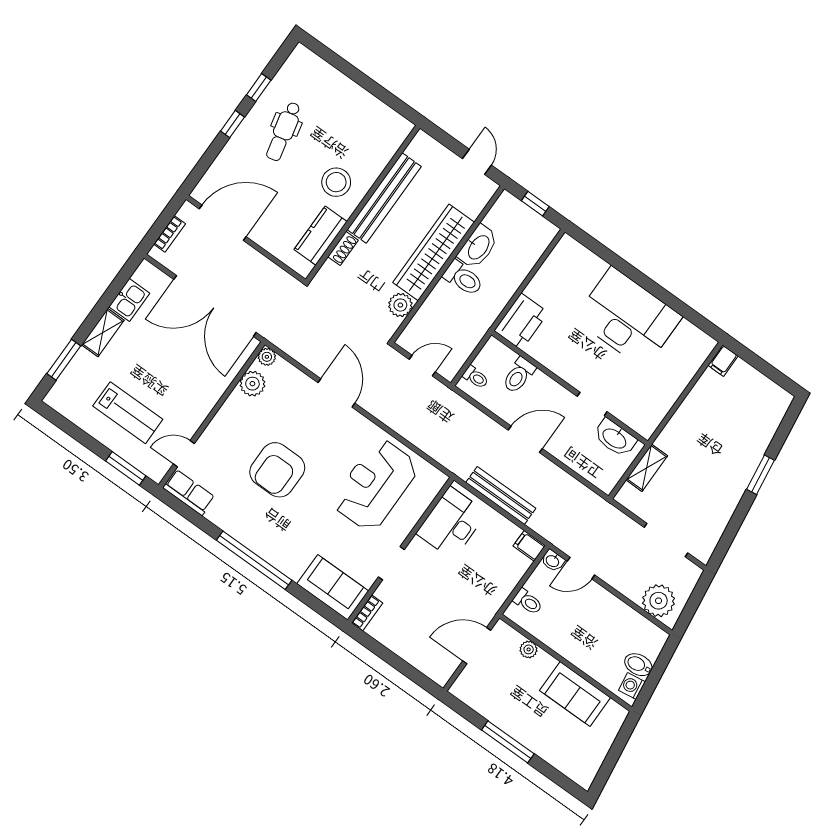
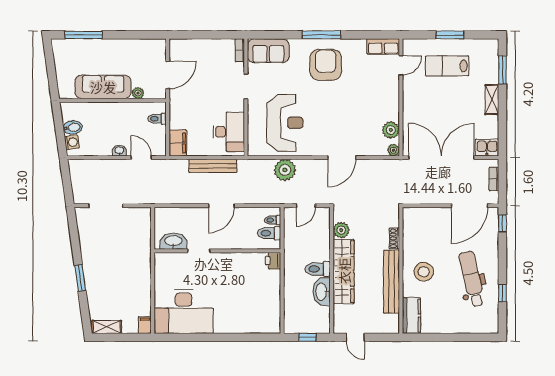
window: (233, 124) -> (502, 223), moved
dental chair: (284, 131) -> (472, 279), width x1.36, depth x1.38
kitchen counter: (321, 236) -> (411, 316), moved
kitchen sink: (129, 300) -> (487, 148), moved, turned 90
desk: (628, 318) -> (184, 312), moved
printer: (521, 322) -> (273, 261), width x0.53, depth x0.68
toilet: (519, 375) -> (269, 233), moved, turned -90
door: (336, 393) -> (342, 158), hinge flipped
window: (126, 468) -> (450, 35), moved
shelving: (647, 468) -> (107, 327), moved, turned 90
armchair: (277, 470) -> (326, 65), moved
filing cabinet: (529, 546) -> (178, 143), width x2.00
window: (254, 560) -> (321, 35), width x0.68
washbasin: (553, 561) -> (119, 151), moved
door: (581, 568) -> (141, 158), hinge flipped
plant: (659, 601) -> (285, 170), moved
washing machine: (632, 686) -> (72, 142), moved
sofa: (575, 694) -> (103, 87), width x1.36
window: (508, 742) -> (84, 35), moved

